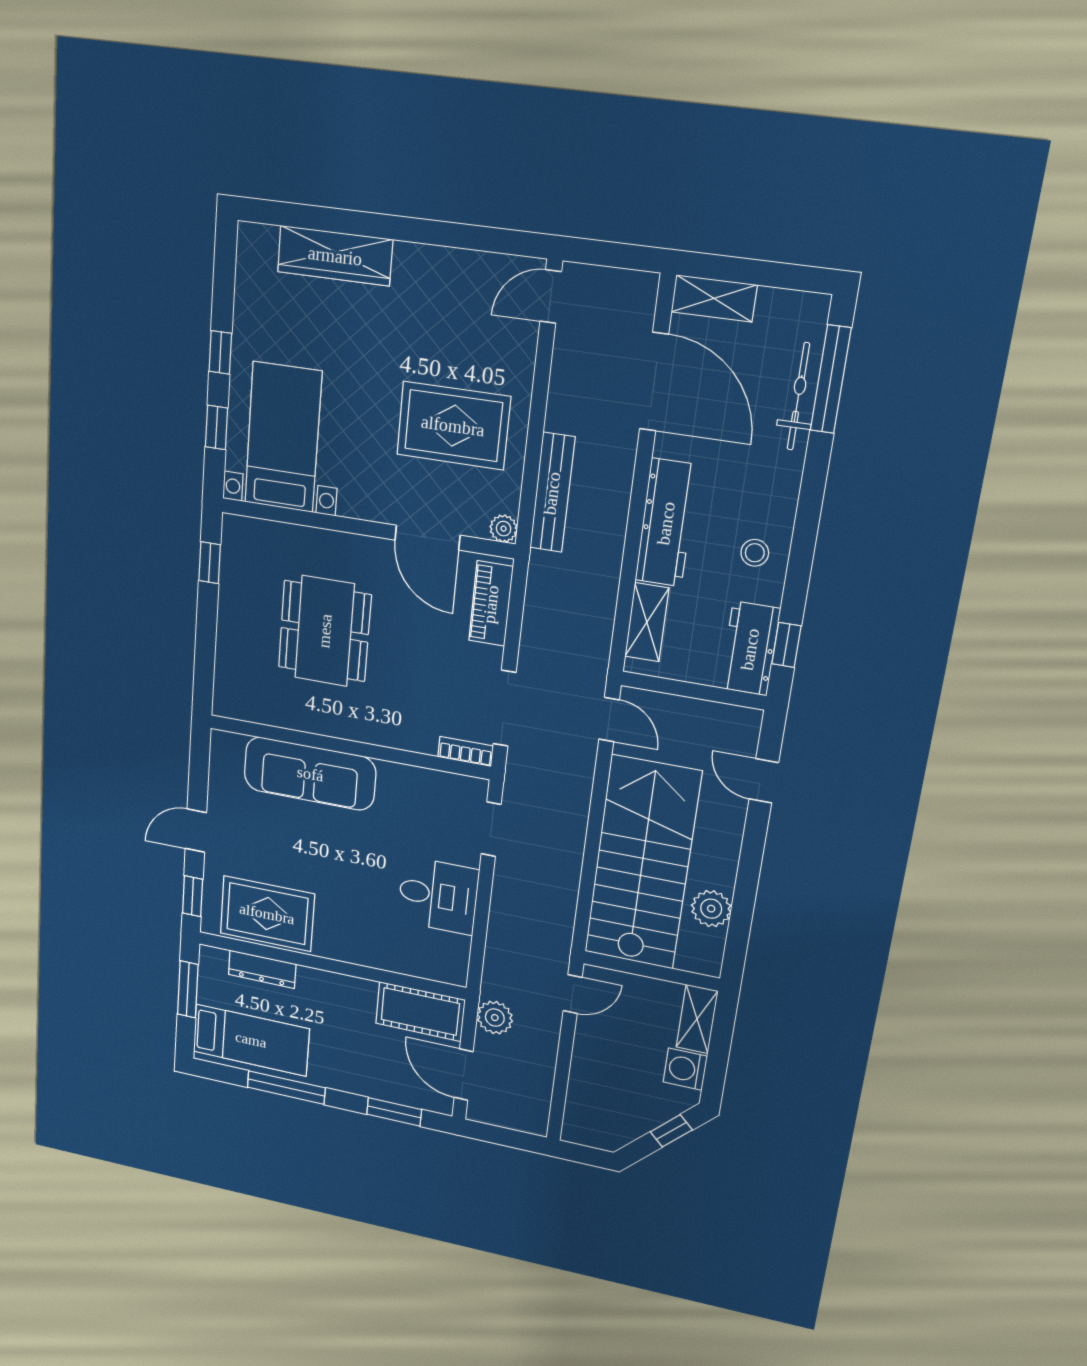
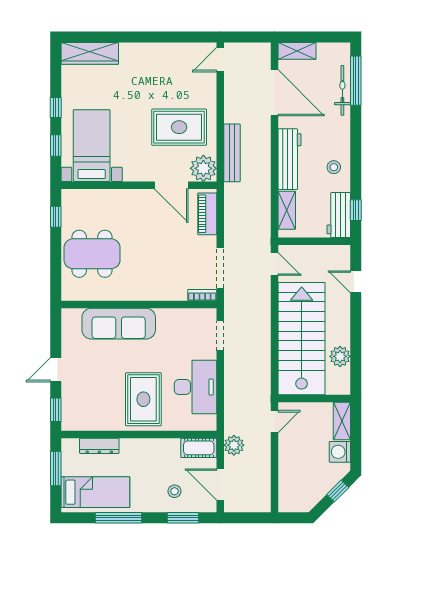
wardrobe: (335, 256) -> (90, 53), moved
plant: (504, 529) -> (203, 168), width x1.87, depth x1.87
dining table: (325, 631) -> (92, 254), moved, turned 90
desk: (438, 896) -> (195, 387), width x1.37
rug: (267, 914) -> (143, 399), moved, turned 90
cot: (420, 1012) -> (199, 448), width x0.73, depth x0.75
stool: (384, 1068) -> (174, 491), added

